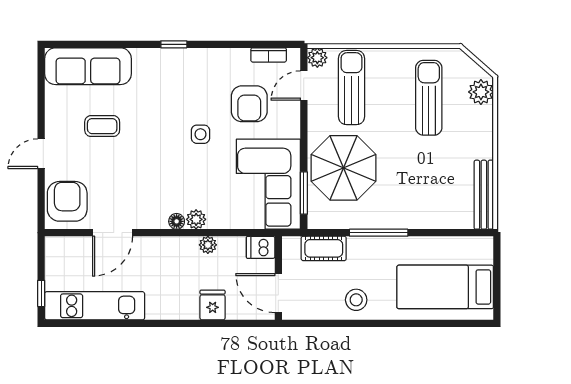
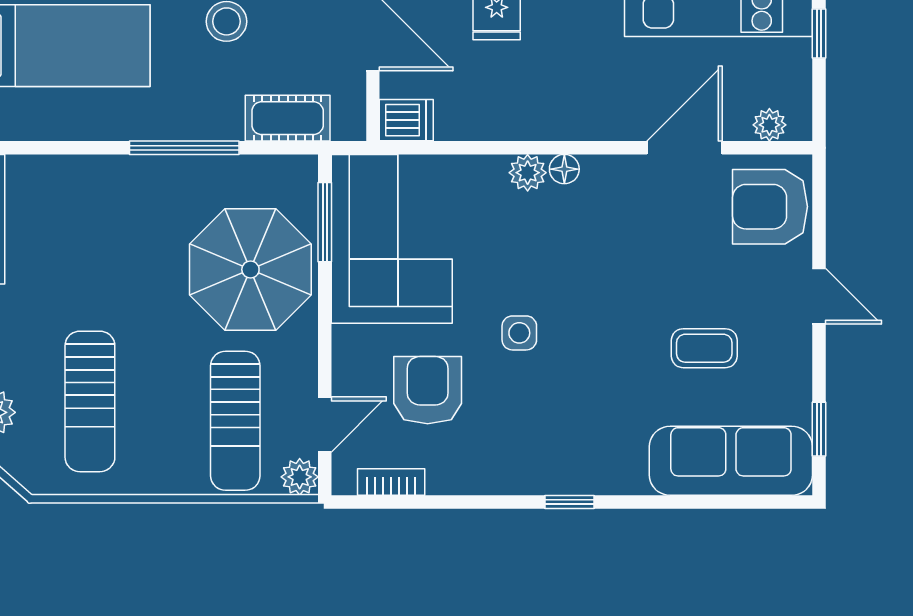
window: (41, 83) -> (819, 429), added
door: (41, 154) -> (819, 296), hinge flipped
armchair: (67, 201) -> (770, 207), turned 90
plant: (208, 245) -> (769, 125), moved

